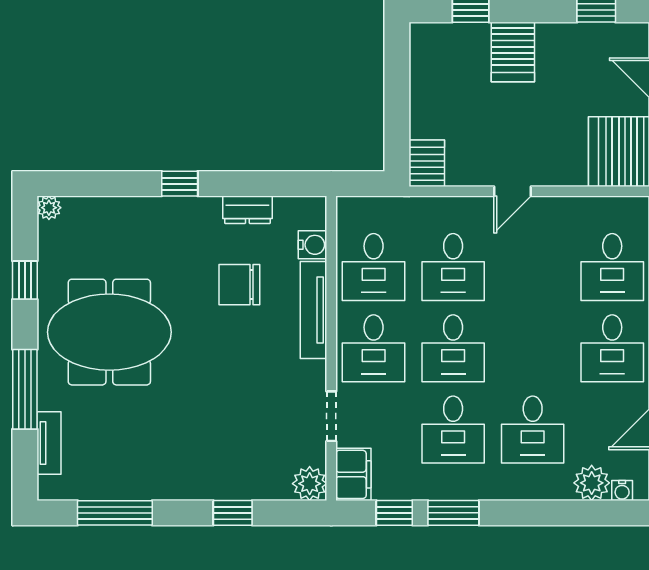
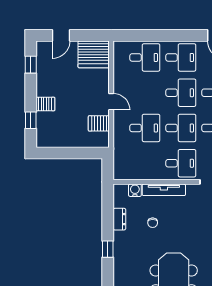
server rack: (513, 52) -> (45, 104), width x0.73, depth x0.70
server rack: (427, 163) -> (99, 123), moved
desk: (374, 267) -> (181, 93), moved
chair: (239, 285) -> (153, 223), width x0.54, depth x0.54

